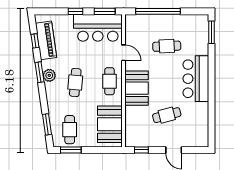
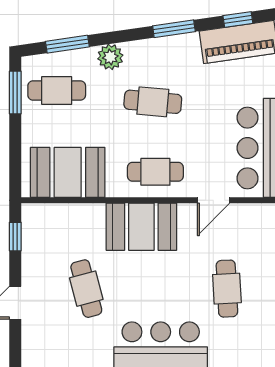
plant: (49, 75) -> (110, 57), moved

